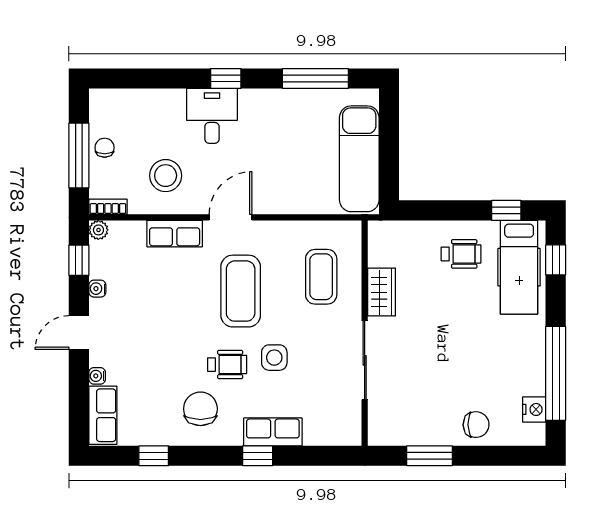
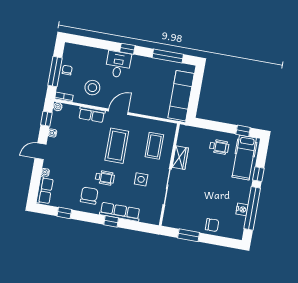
window: (556, 260) -> (258, 174), moved
side table: (274, 358) -> (141, 179), moved
nightstand: (534, 409) -> (242, 209), moved
row of seats: (273, 432) -> (120, 212), width x1.48

